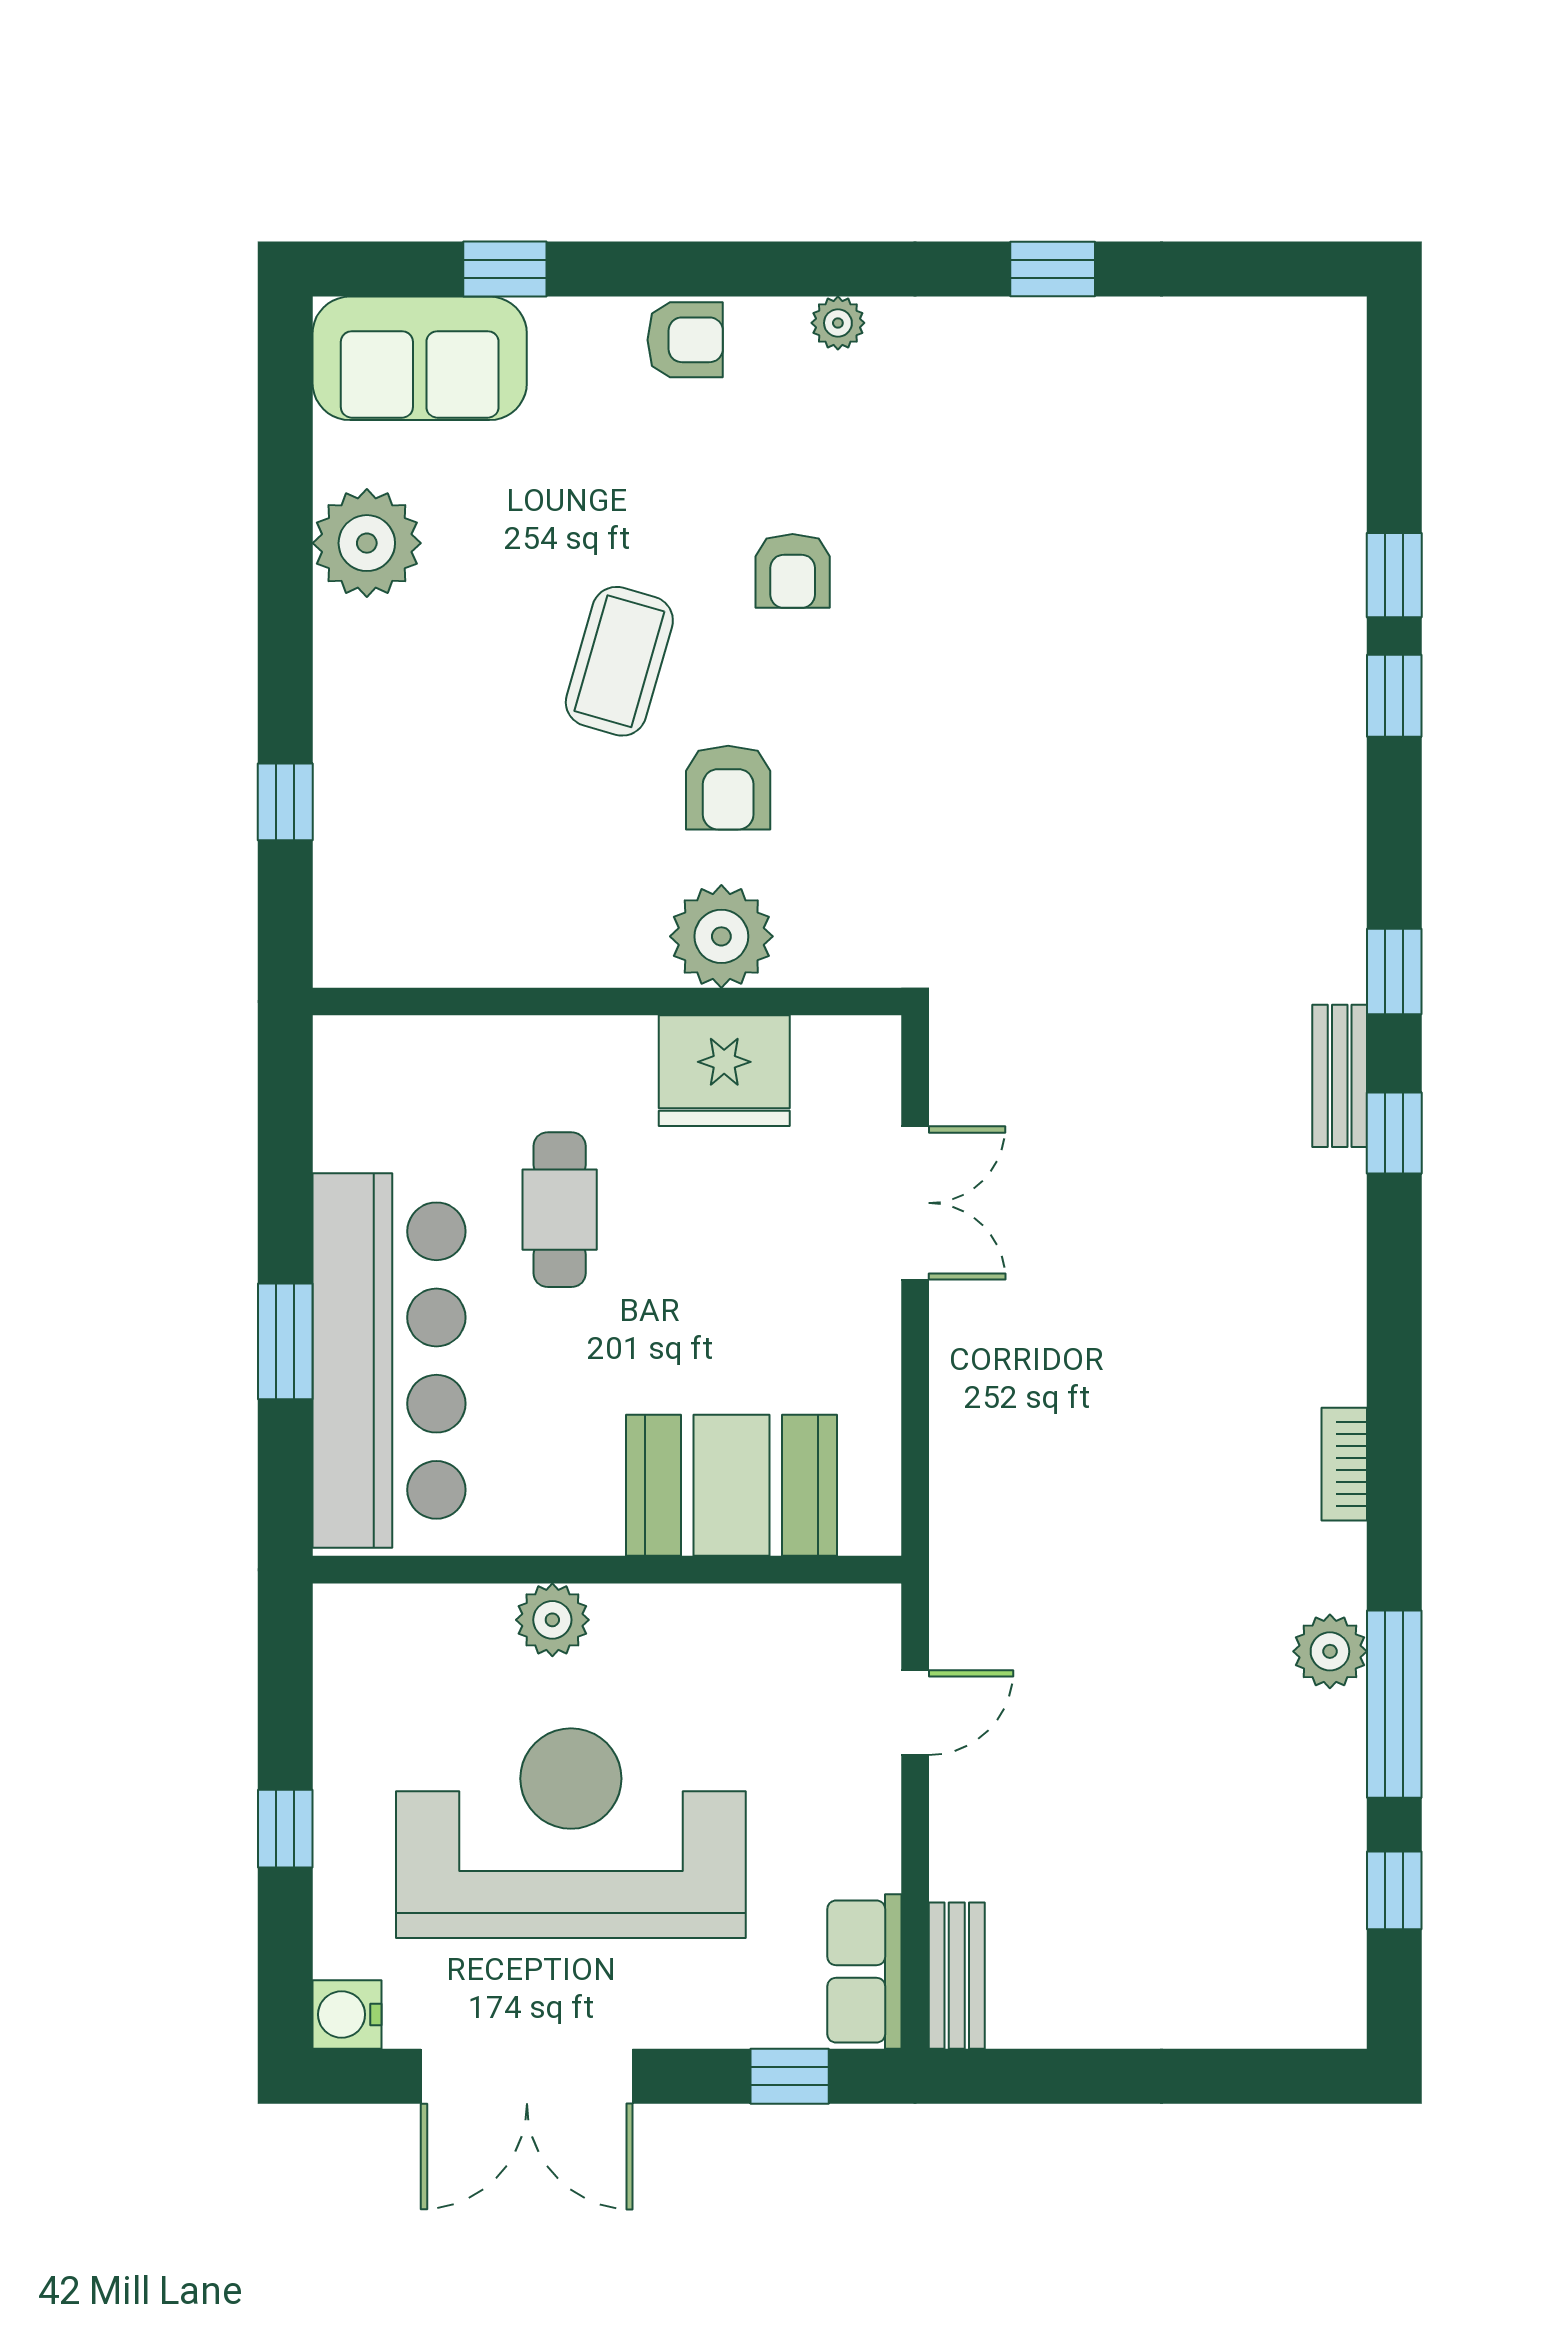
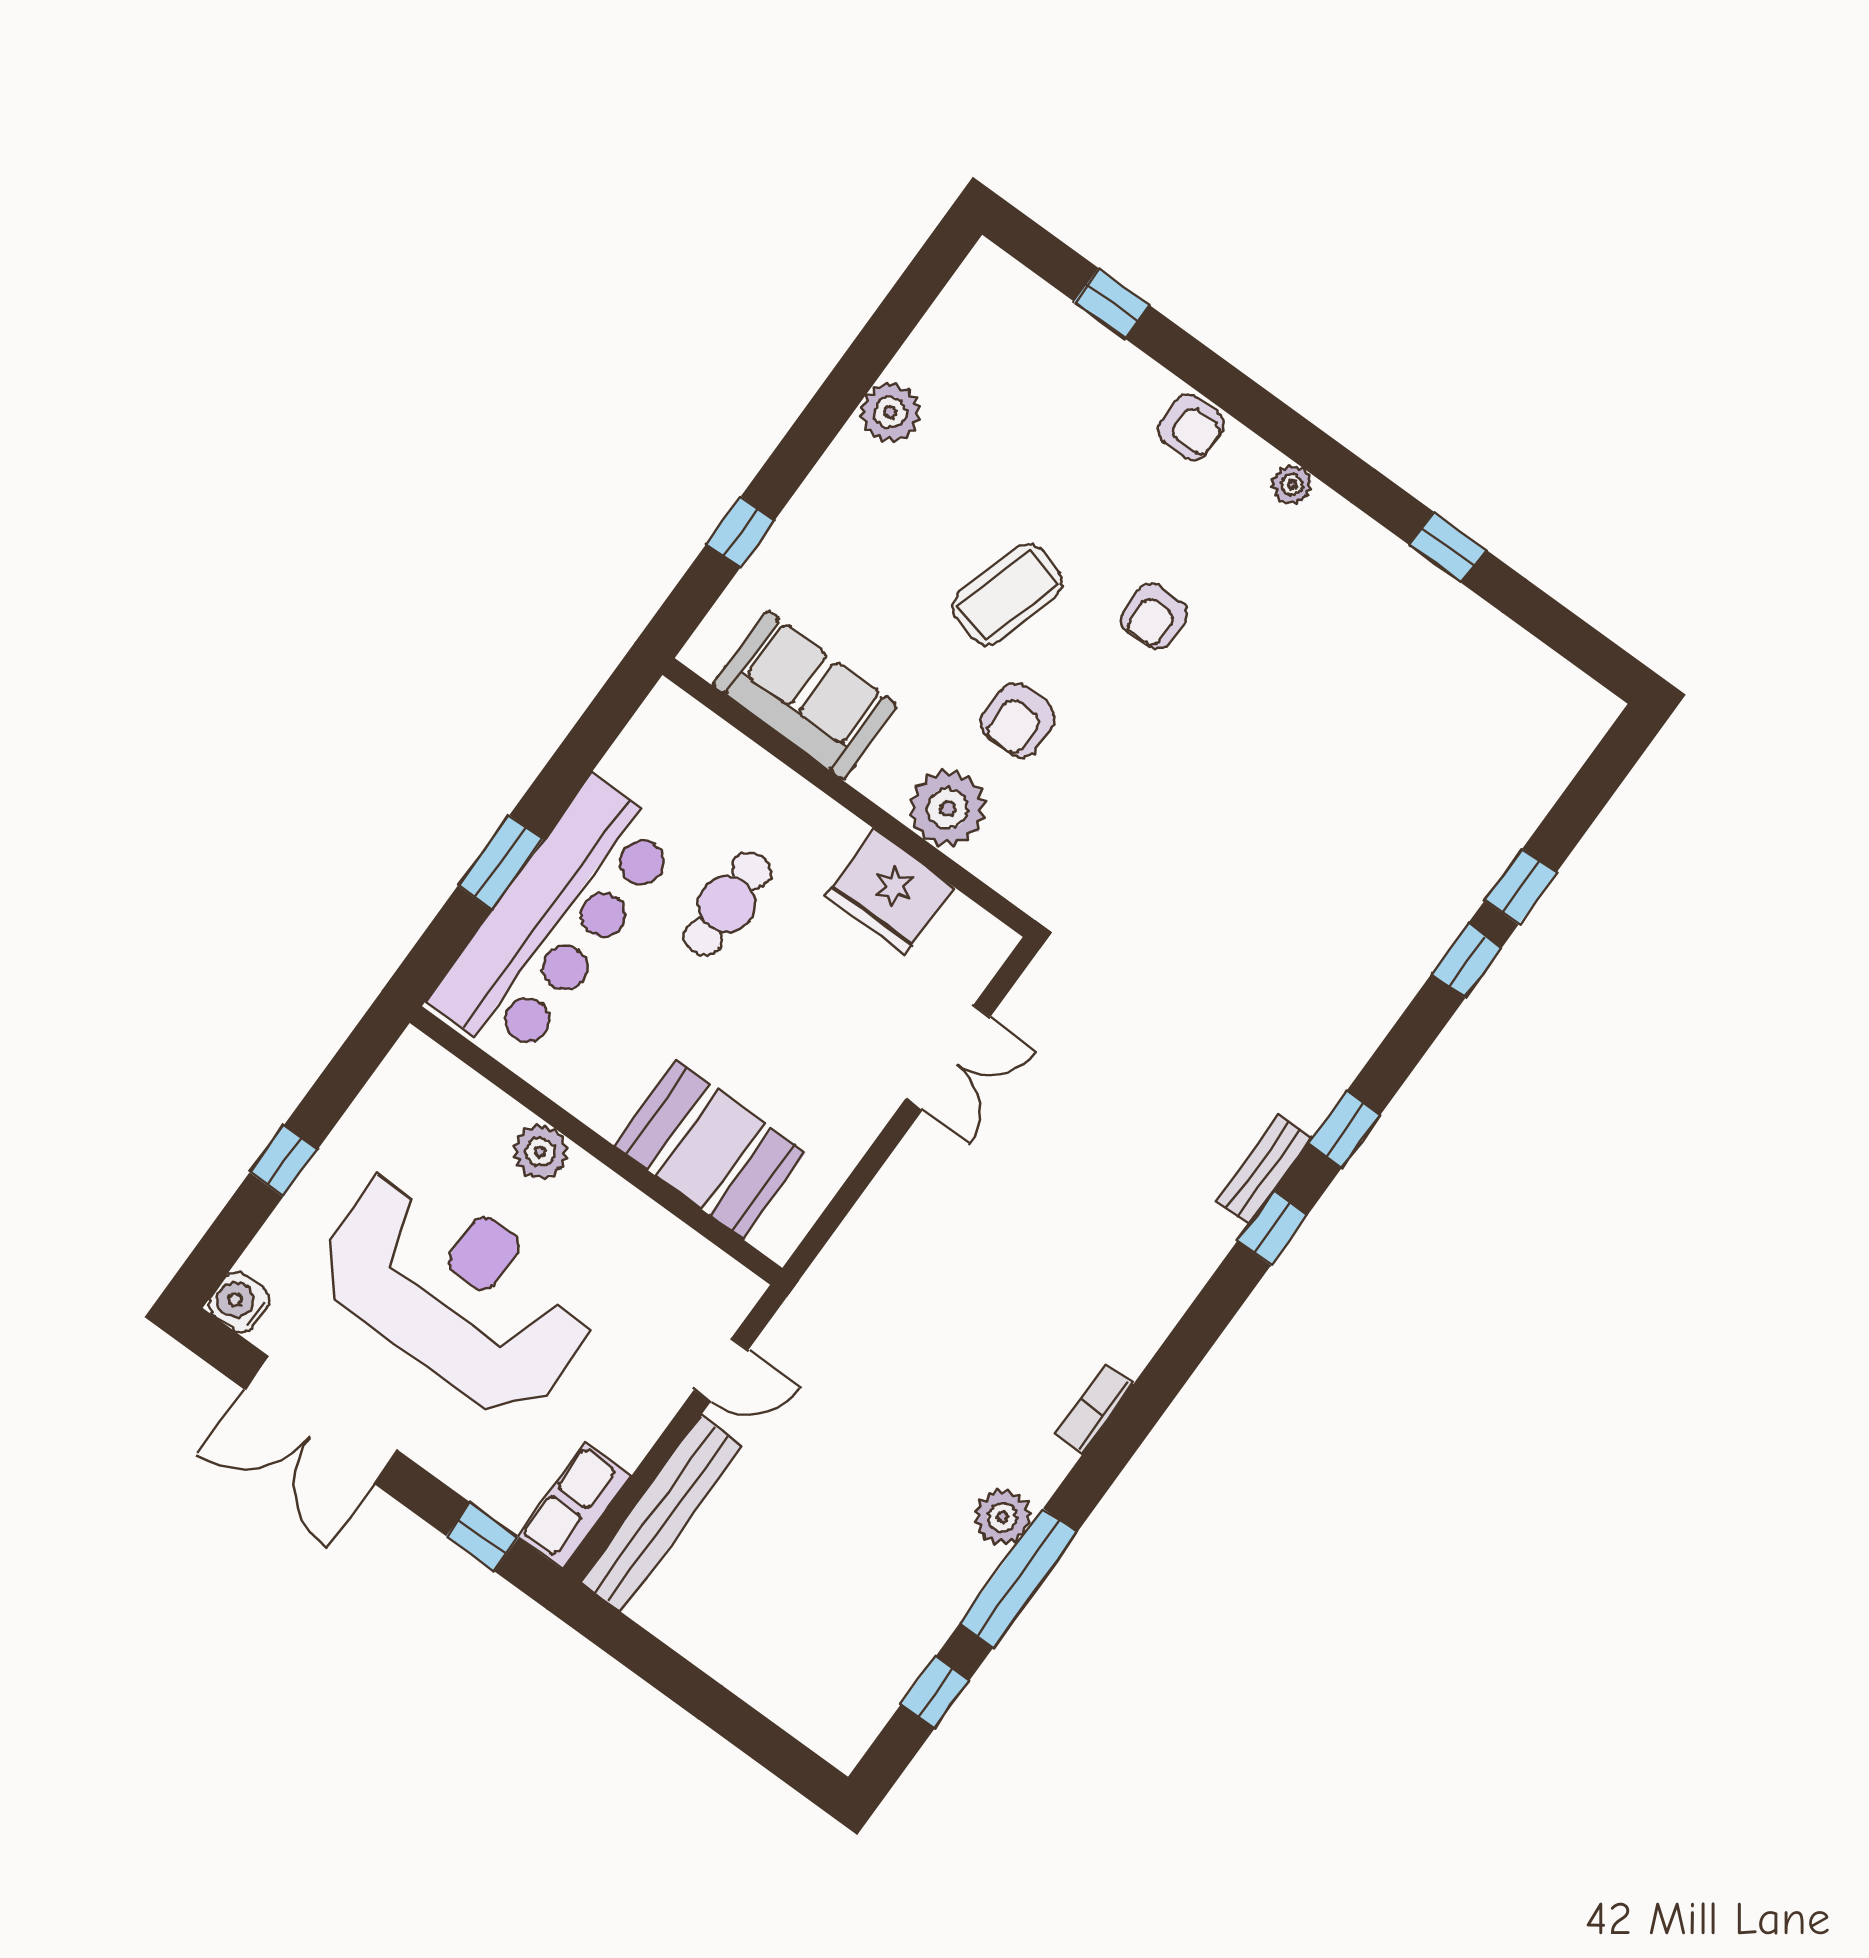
sofa: (420, 358) -> (805, 695), moved, turned 180
plant: (367, 543) -> (890, 412), width x0.73, depth x0.73
bench: (957, 1976) -> (661, 1514), width x1.86, depth x1.21

